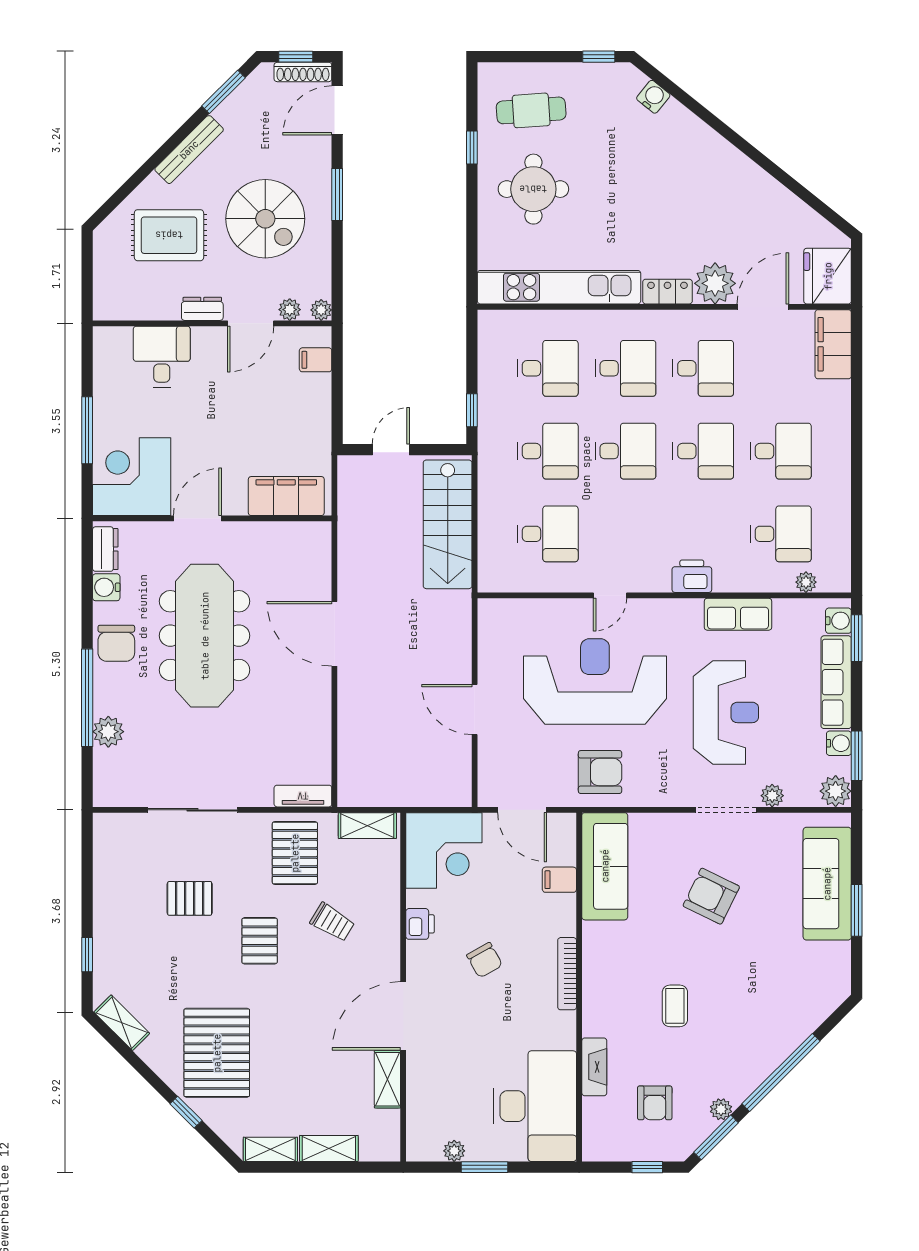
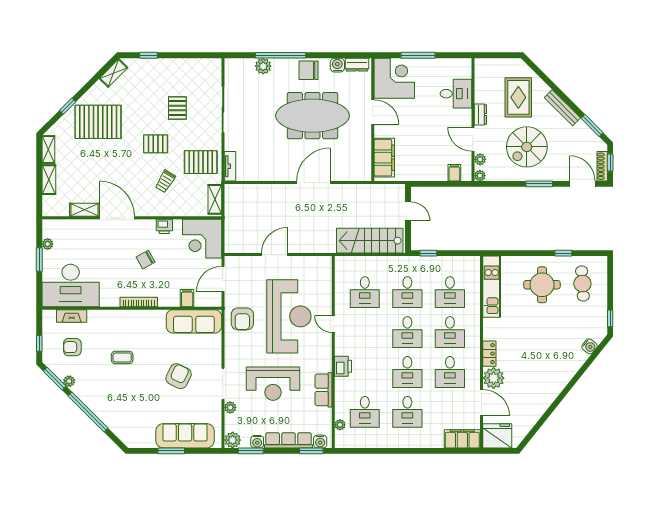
kitchen unit: (559, 287) -> (492, 287), width x0.73
fireplace: (594, 1067) -> (72, 316), moved

